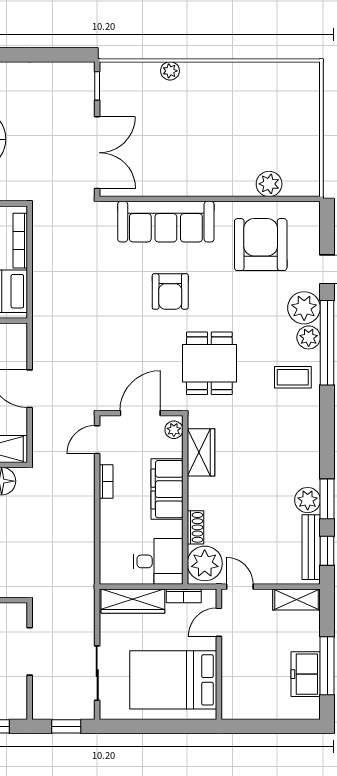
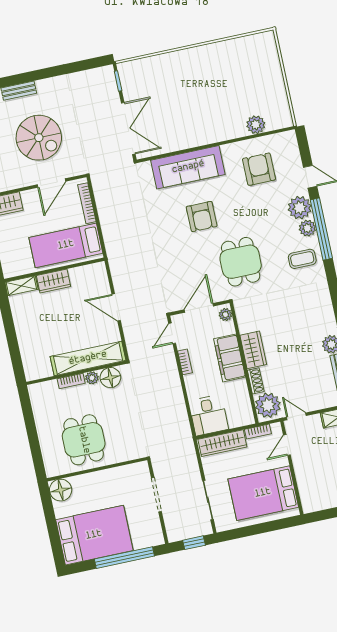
plant: (170, 71) -> (168, 59), removed
armchair: (261, 245) -> (259, 169), width x0.73, depth x0.73
wardrobe: (201, 452) -> (253, 350), moved
desk: (158, 561) -> (209, 415), moved, turned 90

